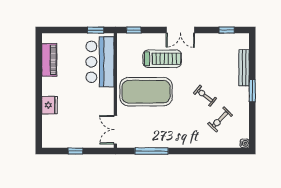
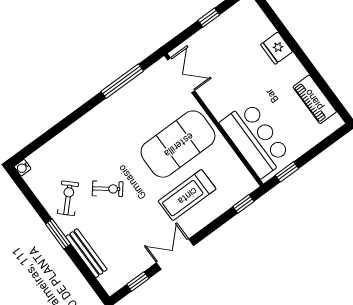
double door: (180, 30) -> (175, 254), moved
exercise bike: (220, 119) -> (68, 198), moved

